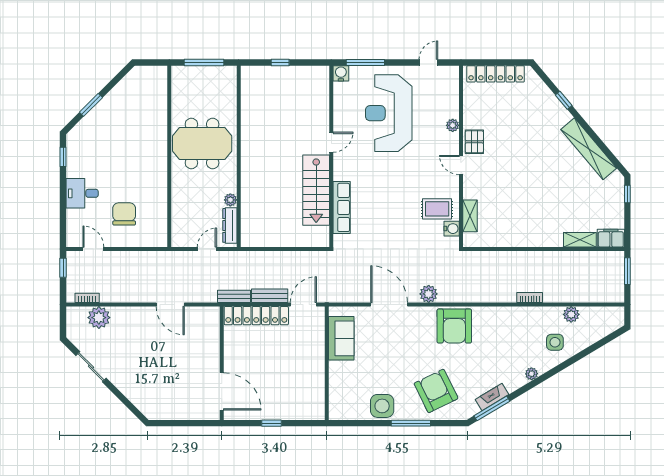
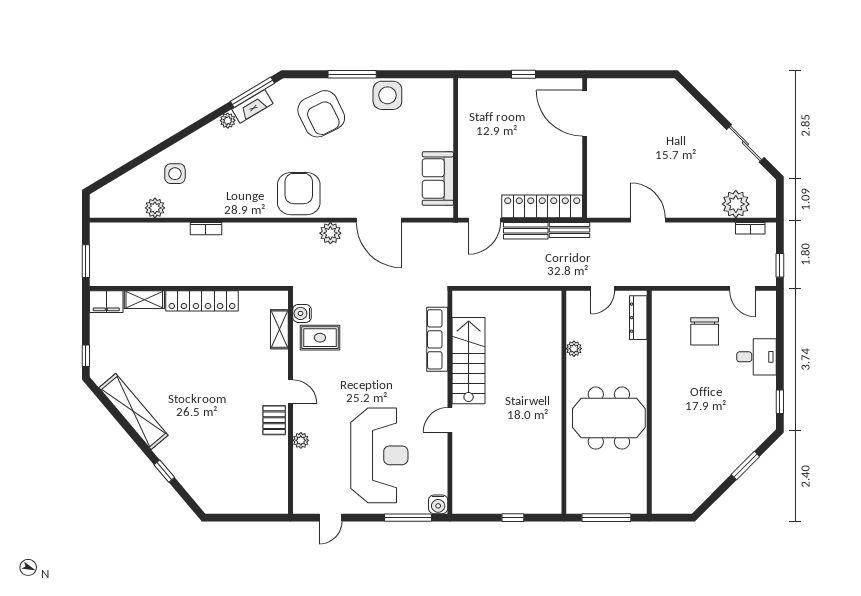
locker: (496, 74) -> (202, 301), moved, turned 180
dresser: (230, 225) -> (638, 318), moved, turned 180
plant: (532, 374) -> (228, 121), moved

